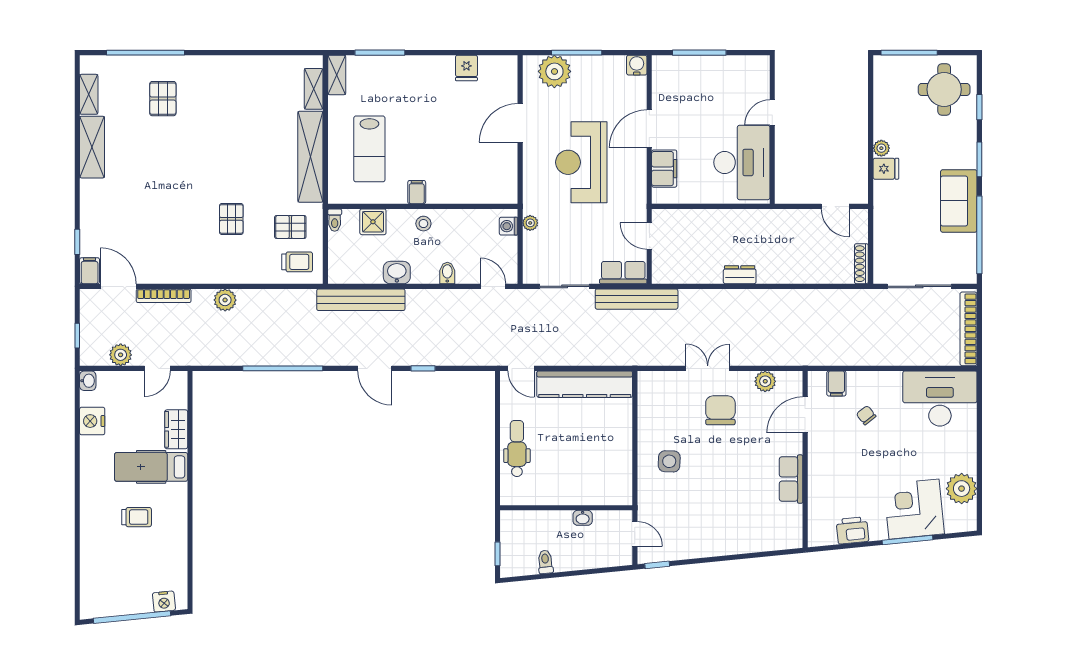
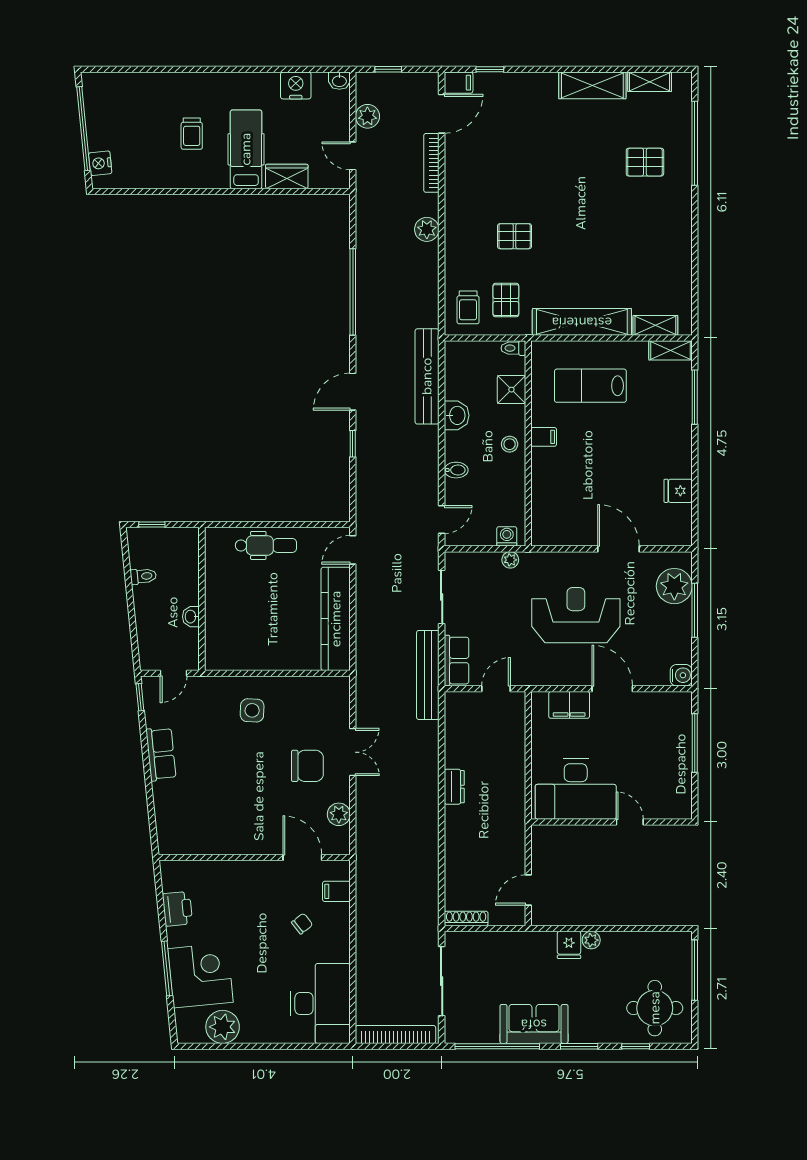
row of seats: (791, 479) -> (161, 754), moved, turned 84

